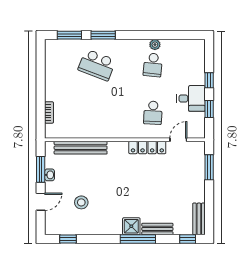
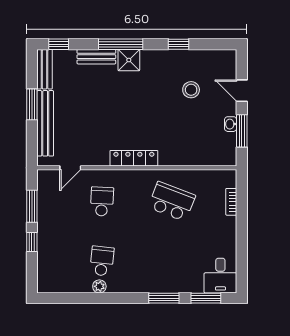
school desk: (97, 65) -> (172, 202), moved
desk: (191, 98) -> (220, 276), moved, turned -90
window: (209, 109) -> (32, 206), width x1.50
locker: (147, 147) -> (134, 158), moved
bench: (81, 148) -> (45, 123), moved, turned 90
window: (209, 167) -> (32, 104), moved
door: (41, 202) -> (242, 91), hinge flipped
window: (68, 239) -> (179, 44), moved

